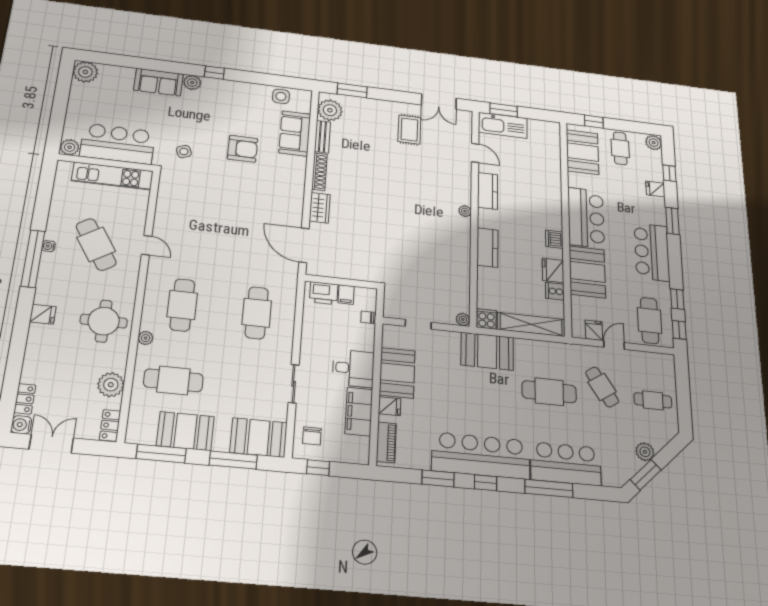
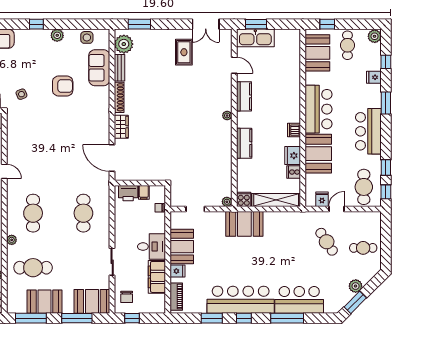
plant: (192, 83) -> (57, 35), moved
cafe table: (549, 392) -> (288, 249), removed

